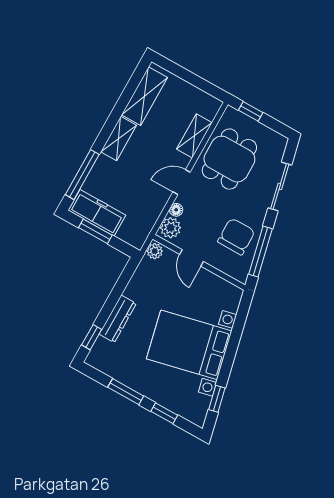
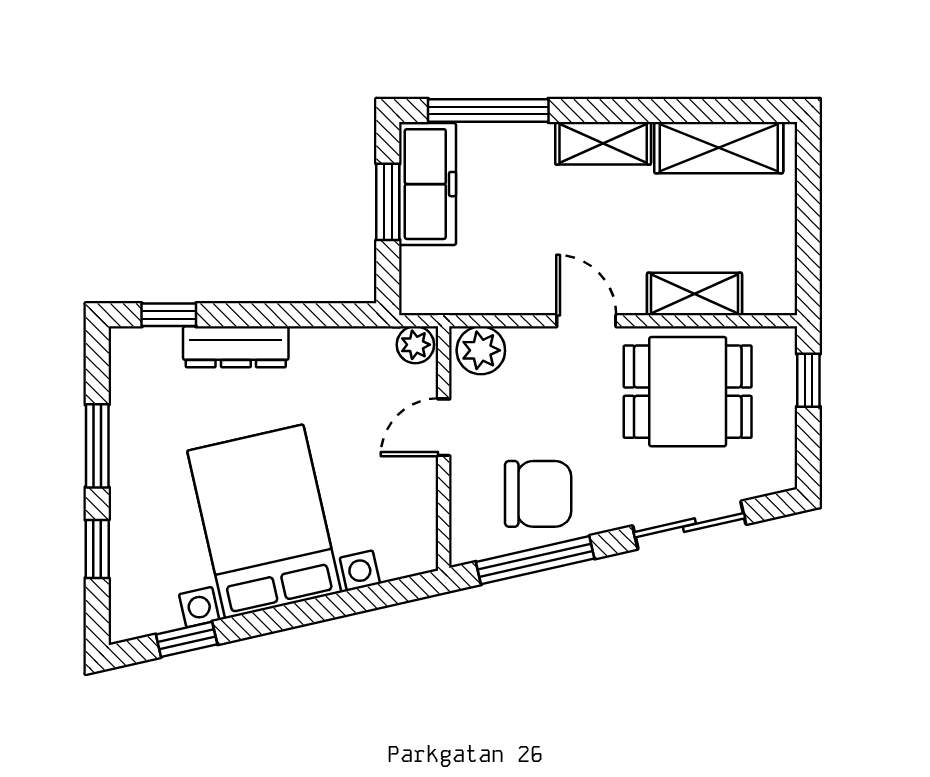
floor lamp: (176, 210) -> (524, 341), removed

